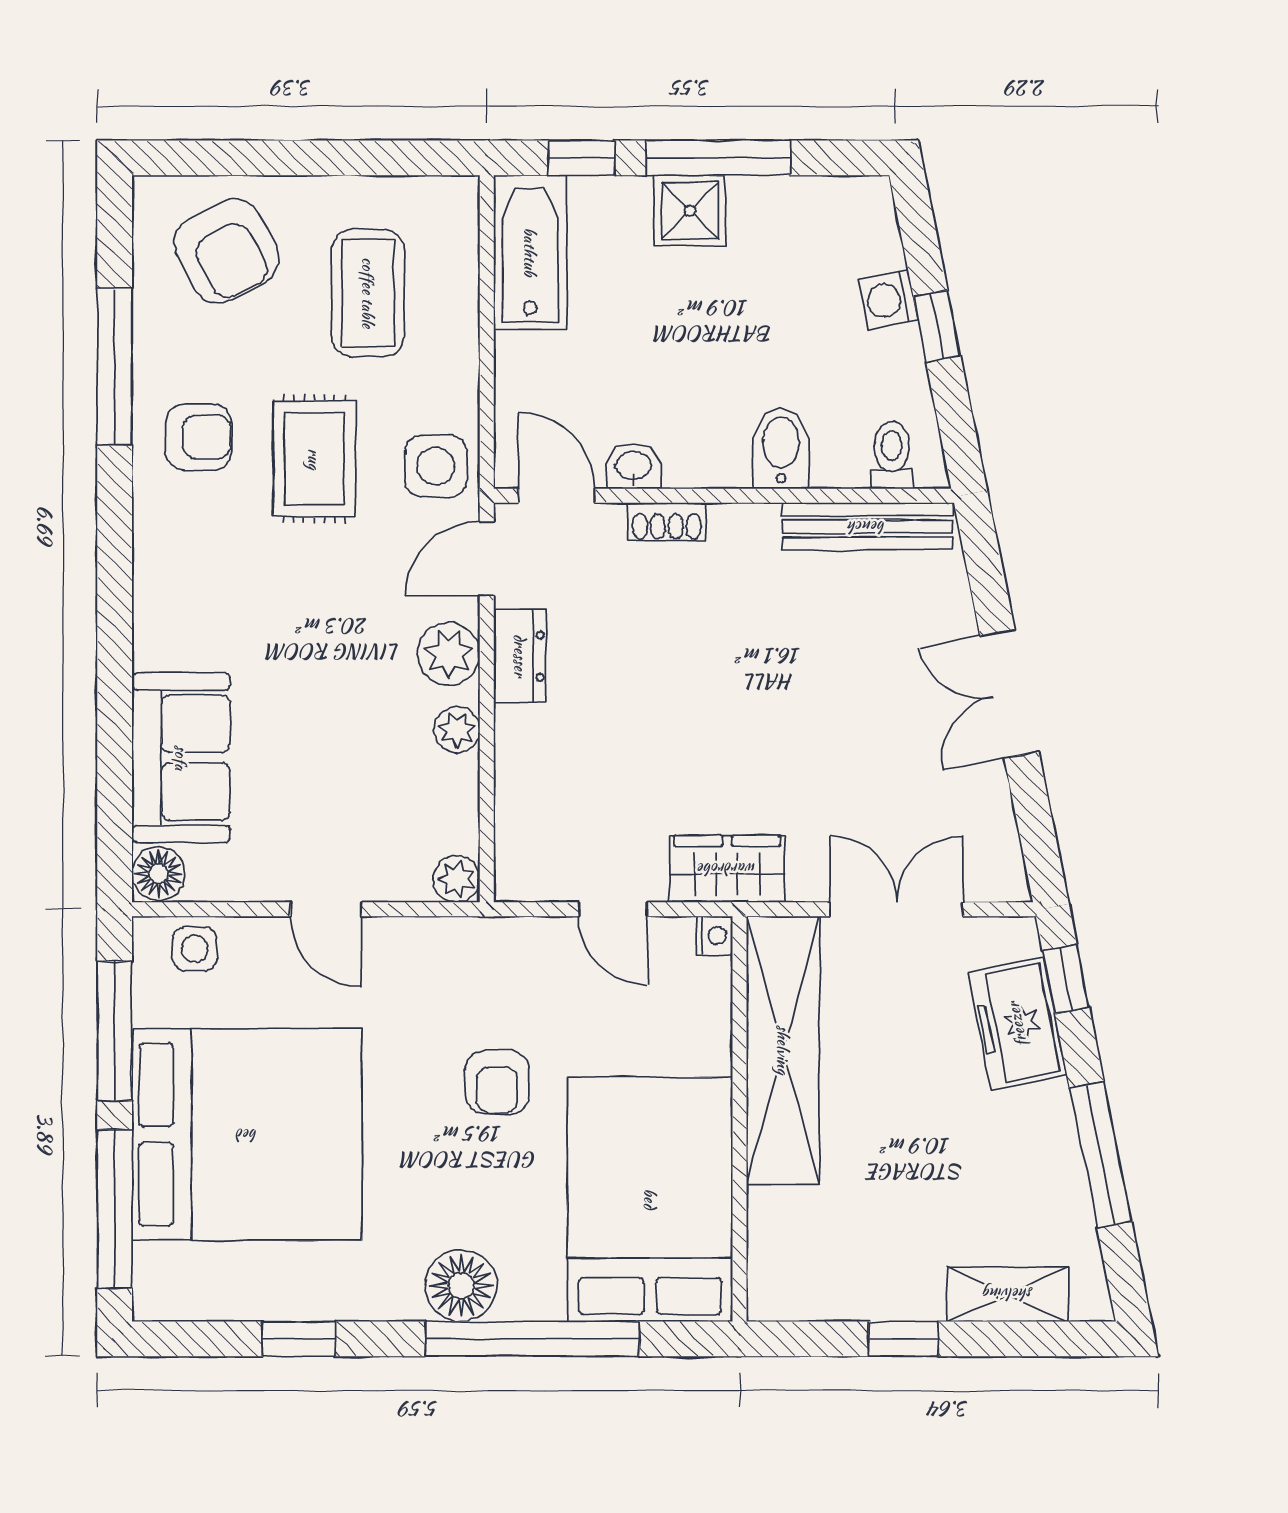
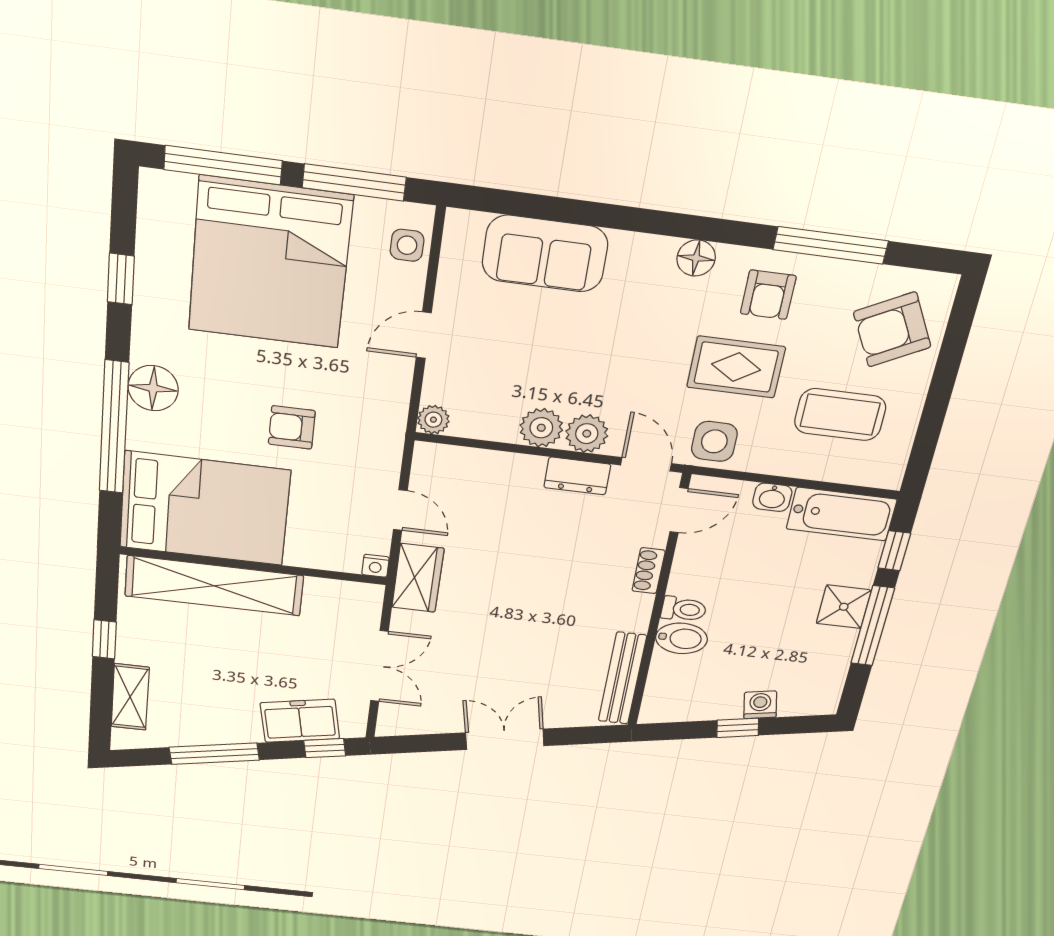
toilet: (892, 455) -> (684, 609), moved
washbasin: (633, 467) -> (772, 497), moved, turned 90
plant: (457, 730) -> (541, 428), width x1.38, depth x1.38
floor lamp: (159, 874) -> (696, 258), moved
door: (613, 909) -> (400, 510), swing flipped
shelving: (783, 1050) -> (214, 586), moved

